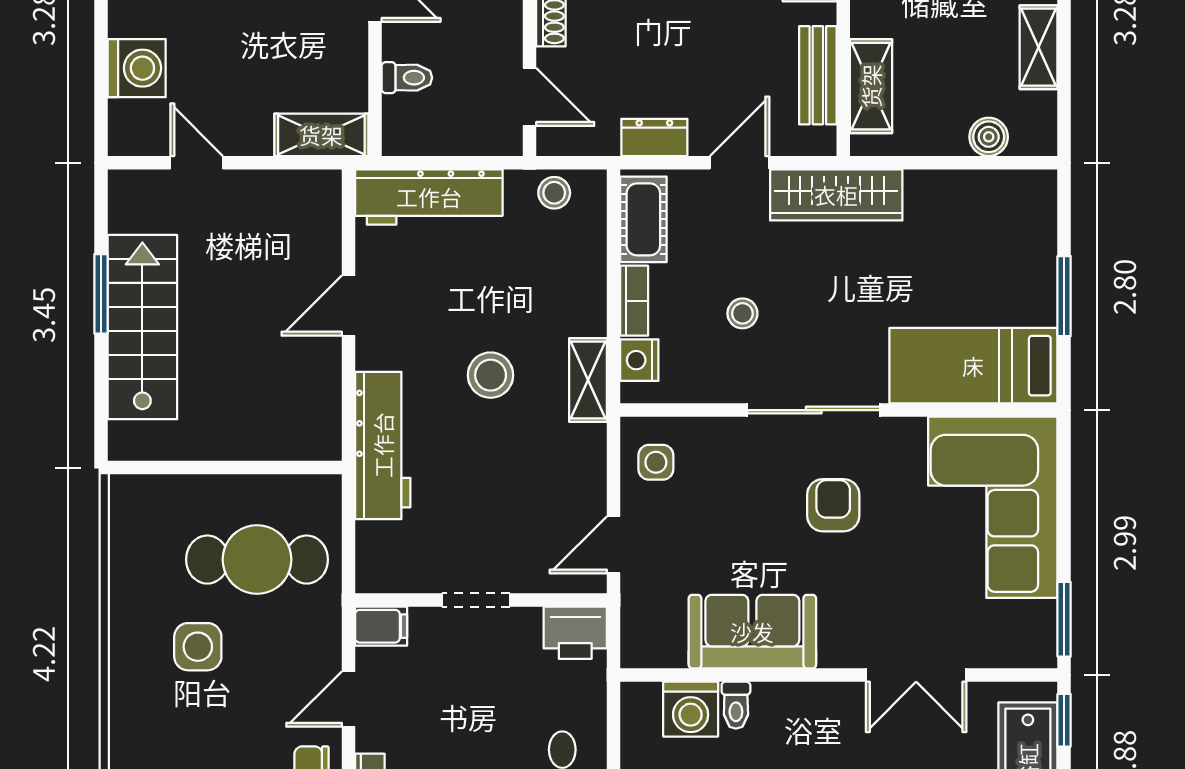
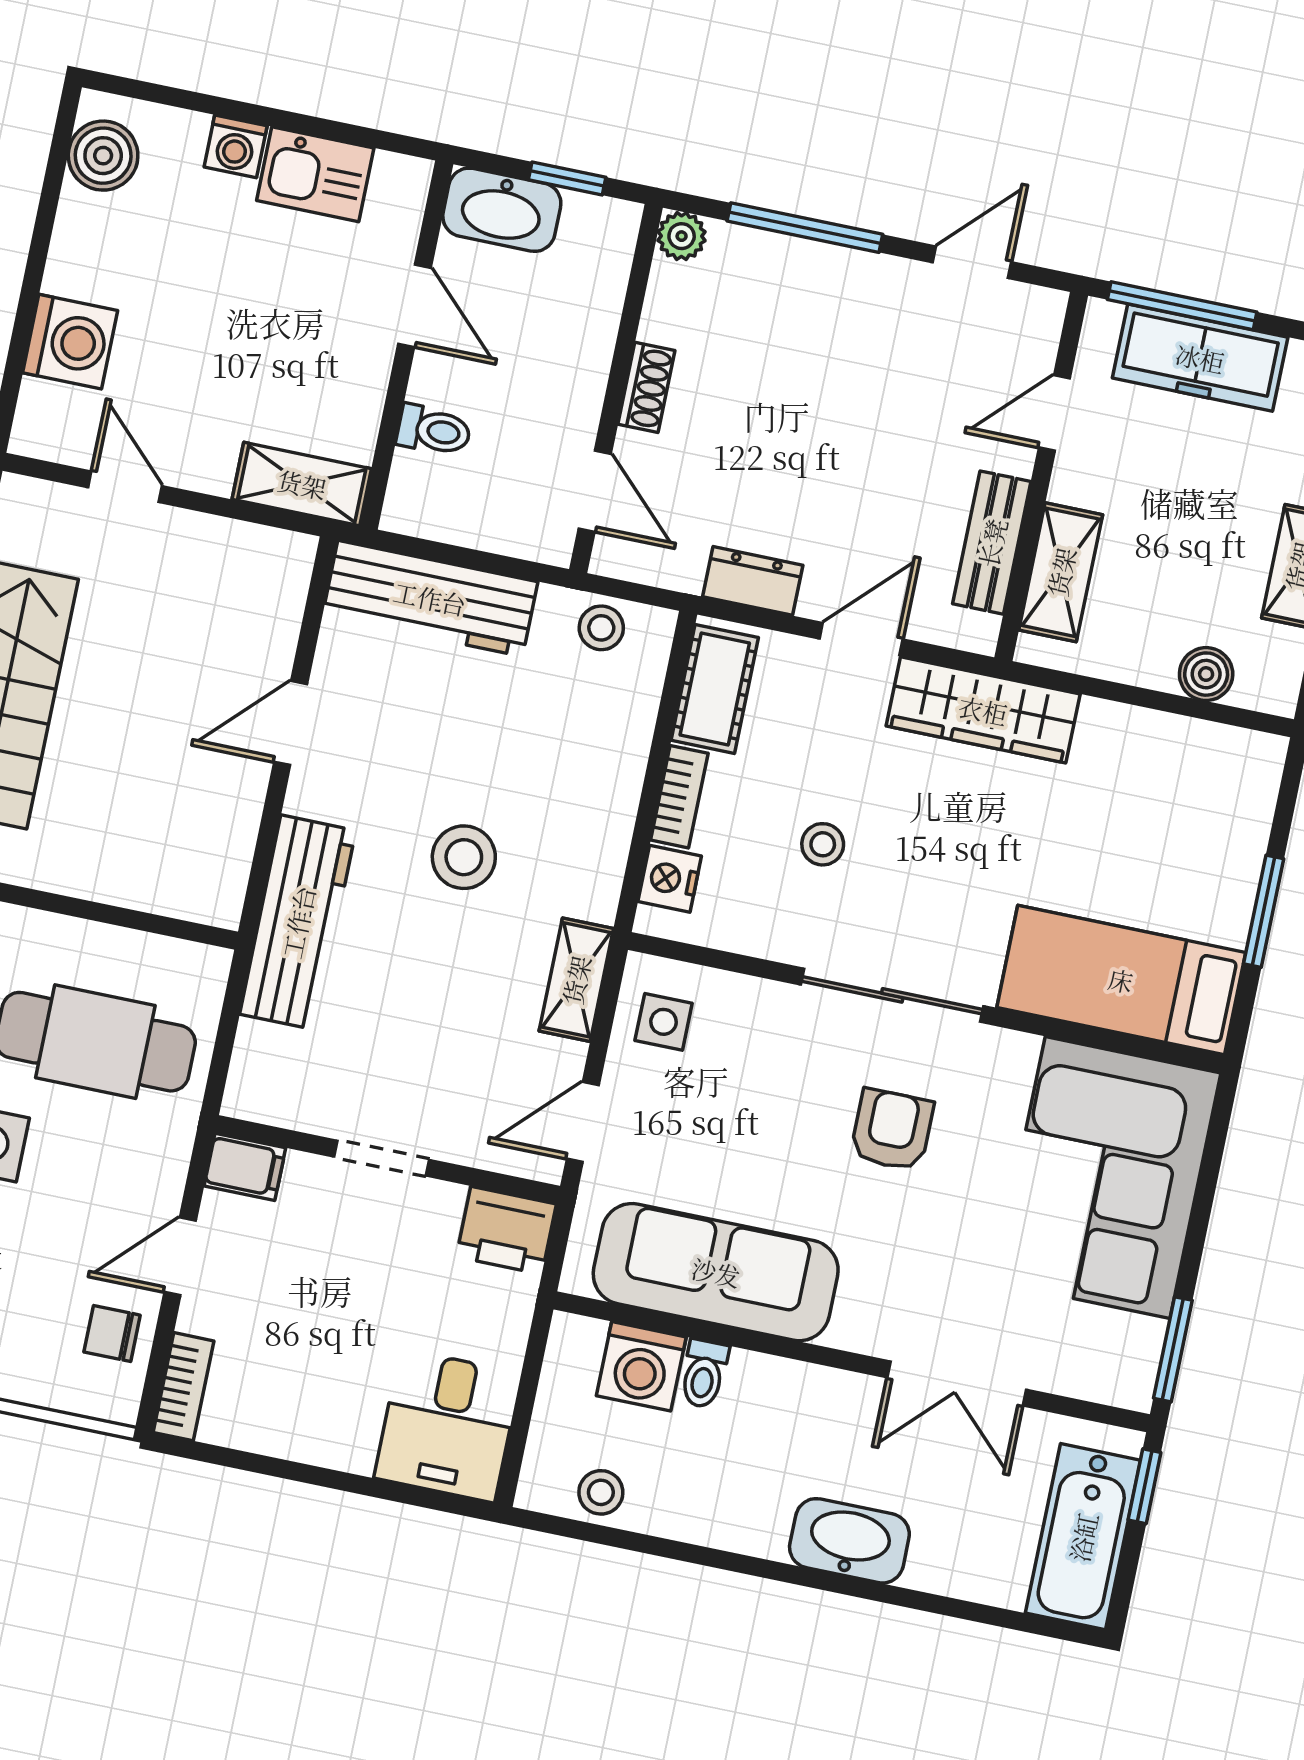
shelving: (588, 380) -> (576, 980), moved
sofa: (752, 632) -> (716, 1272), width x1.36

